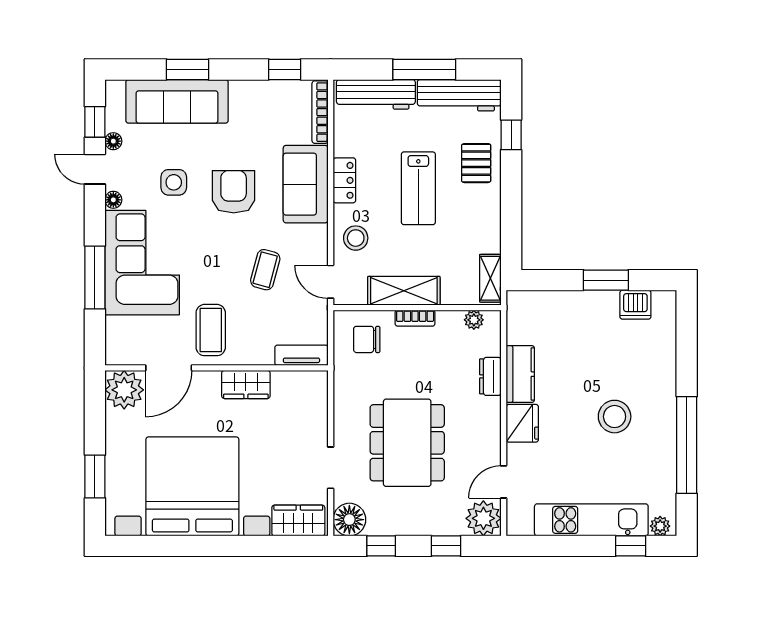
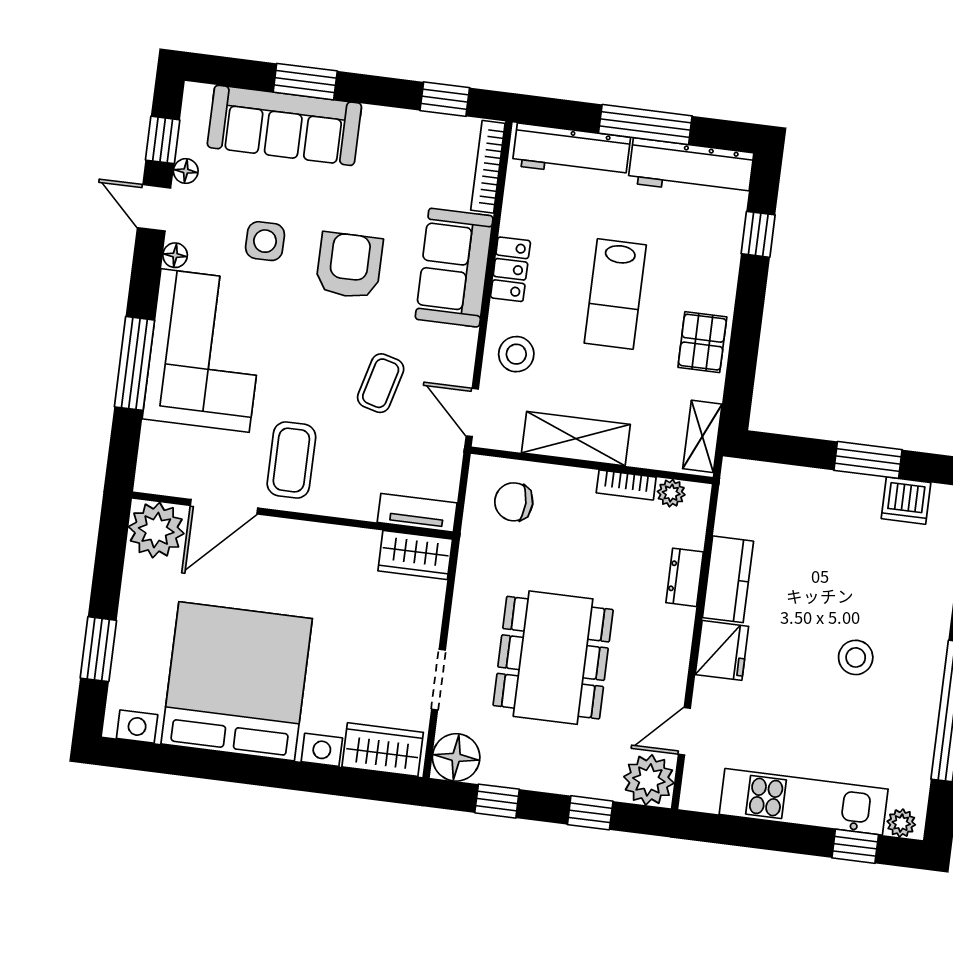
pallet: (476, 163) -> (702, 342), moved
bookcase: (415, 318) -> (626, 485), moved
wardrobe: (246, 384) -> (415, 555), moved
stool: (615, 417) -> (856, 657), width x0.73, depth x0.73

